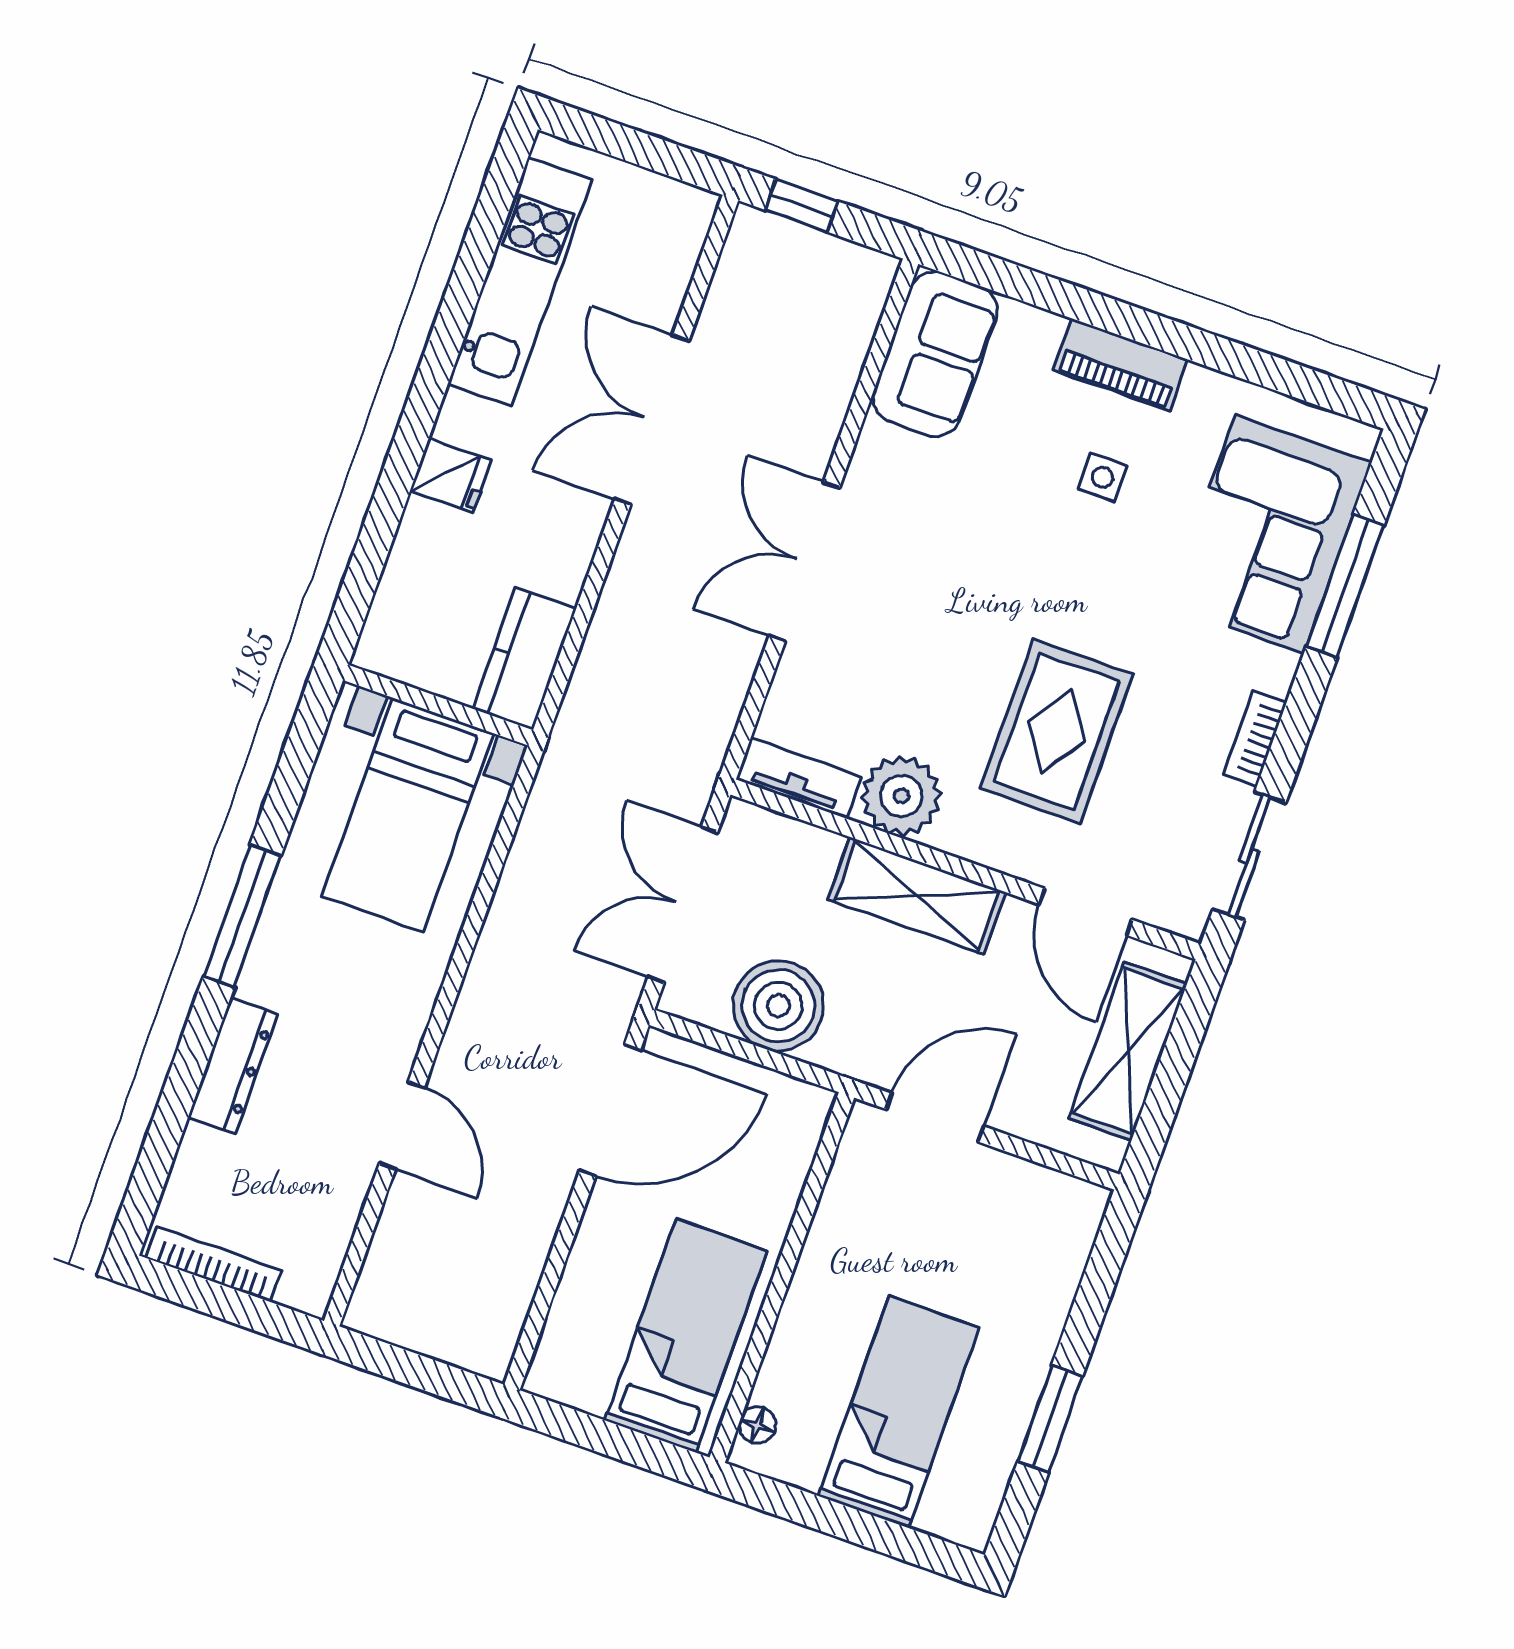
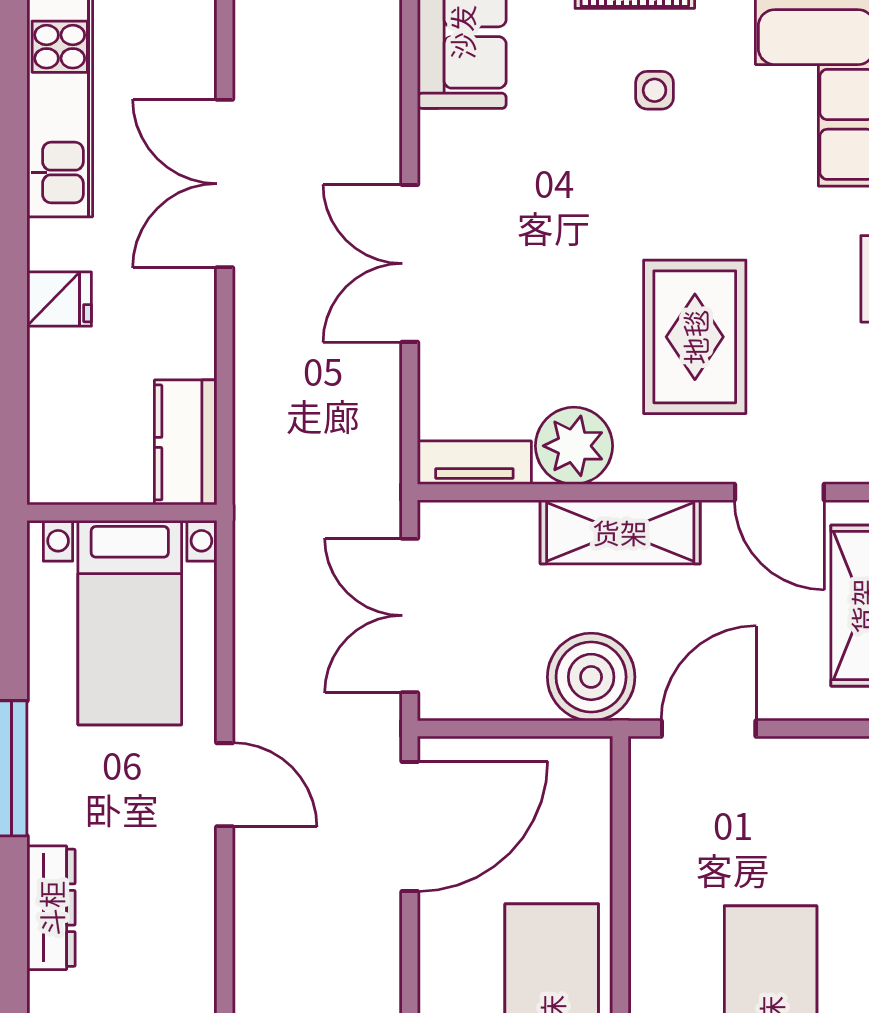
boiler: (778, 1006) -> (591, 677), moved
door: (402, 1125) -> (225, 785), moved

